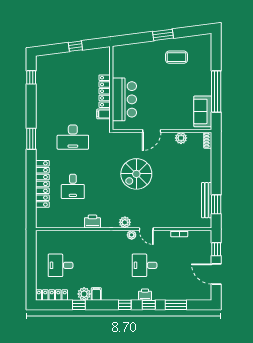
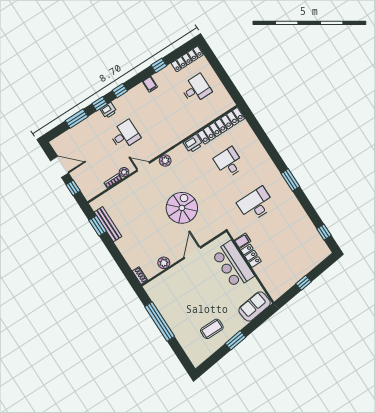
locker: (105, 91) -> (251, 256), width x0.66
sofa: (203, 111) -> (255, 307), moved, turned -97
locker: (42, 184) -> (221, 126), moved, turned -90
plant: (132, 235) -> (124, 172), moved
plant: (84, 294) -> (160, 78), removed

